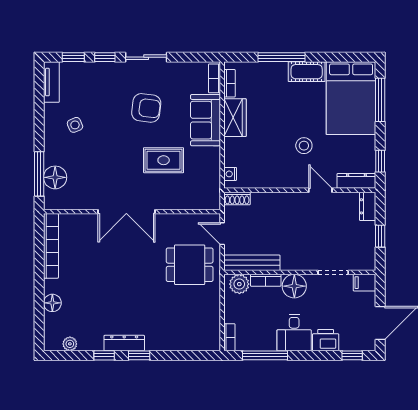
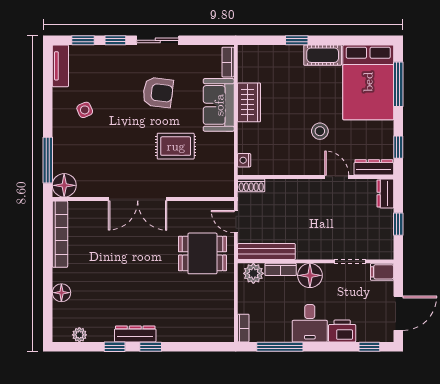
window: (281, 57) -> (297, 40), width x0.46
bookcase: (229, 83) -> (243, 67), removed
floor lamp: (55, 177) -> (64, 185), moved

